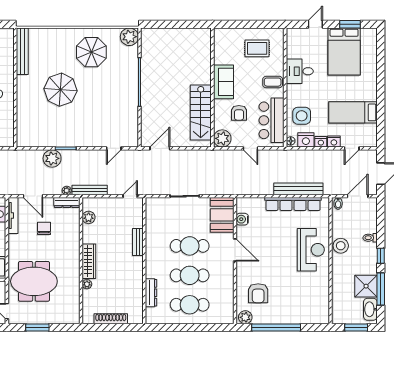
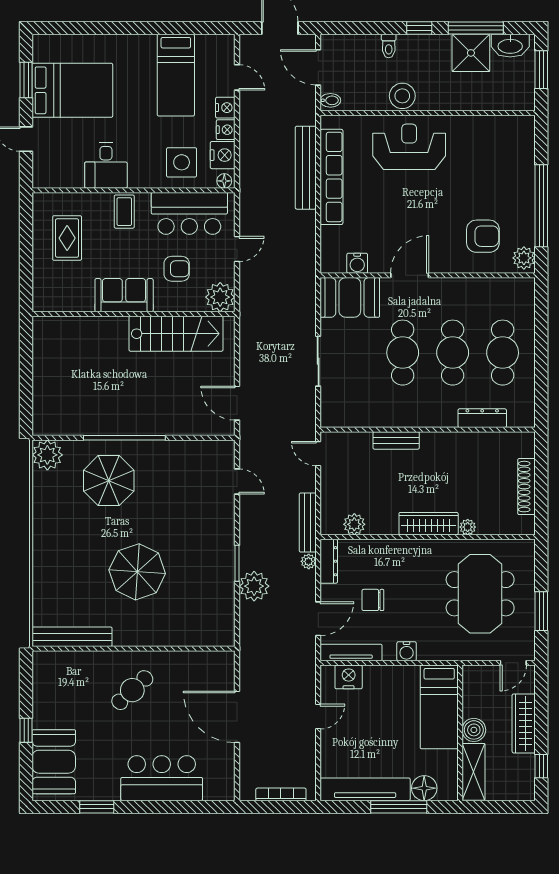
parasol: (91, 52) -> (109, 481), moved
water cooler: (14, 248) -> (407, 651), added
meeting table: (34, 281) -> (480, 594), moved

